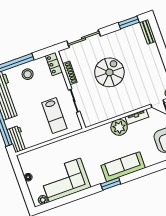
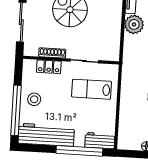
locker: (54, 64) -> (49, 67), moved
lab bench: (54, 116) -> (92, 89), turned 180

